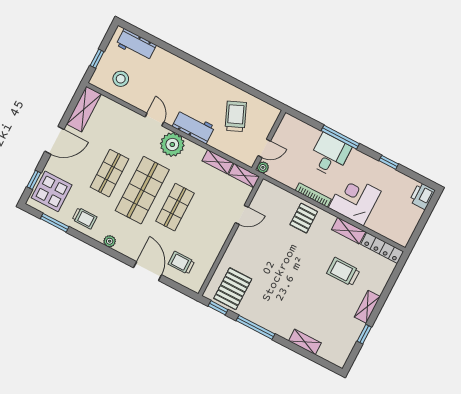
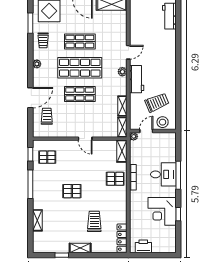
stool: (121, 79) -> (163, 122), moved
plant: (172, 144) -> (122, 72), width x0.53, depth x0.53
door: (264, 148) -> (146, 131), swing flipped
printer: (422, 196) -> (143, 246), moved
corner desk: (355, 200) -> (162, 211), moved, turned 180
door: (242, 215) -> (85, 139), moved
shelving: (349, 231) -> (122, 151), moved
pallet: (291, 280) -> (72, 191), added
pallet: (233, 289) -> (47, 157), width x0.67, depth x0.71

